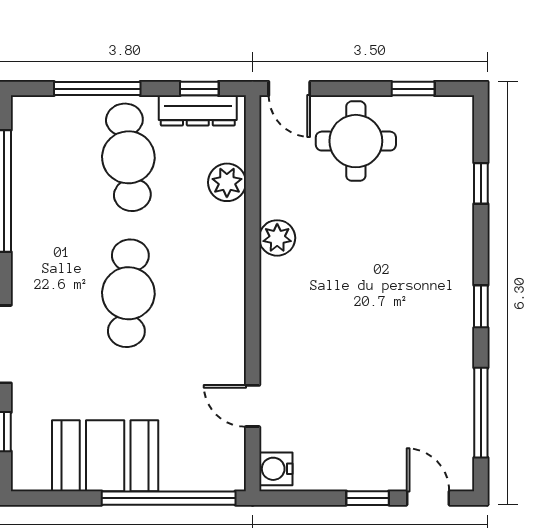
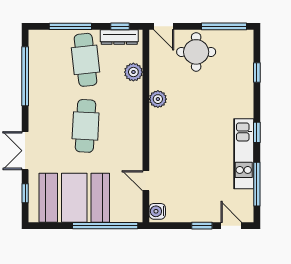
window: (413, 89) -> (224, 26), width x2.17
kitchen unit: (454, 350) -> (244, 154), added
booth: (105, 456) -> (74, 198), width x1.36, depth x1.42

